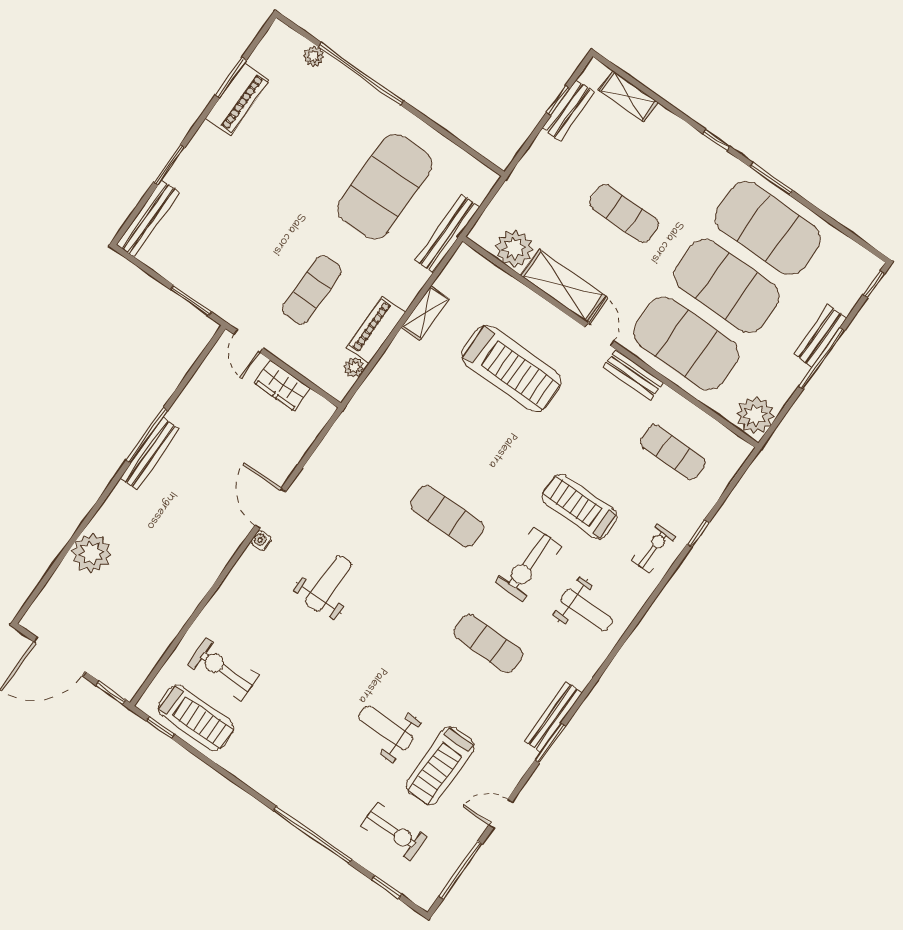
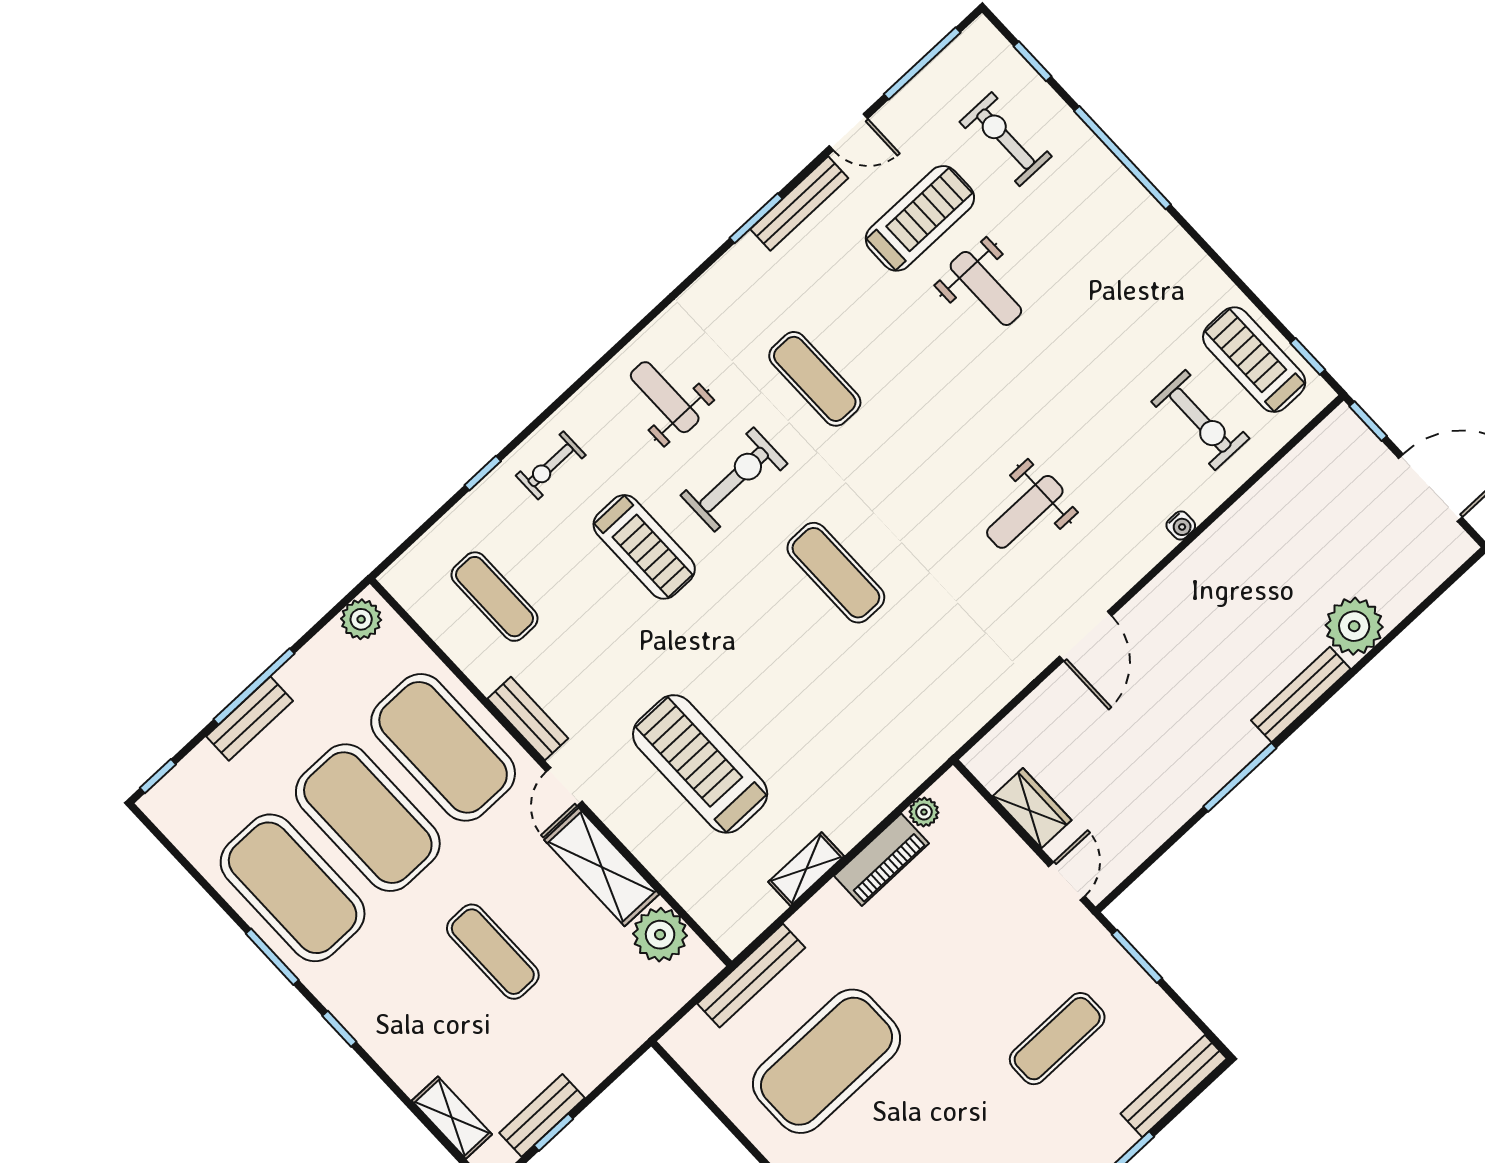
exercise mat: (312, 290) -> (1057, 1039), moved
plant: (755, 415) -> (361, 619), width x0.73, depth x0.73
bench: (150, 454) -> (1301, 695), moved
water cooler: (261, 541) -> (1181, 526), moved
bench: (553, 717) -> (799, 204), moved

